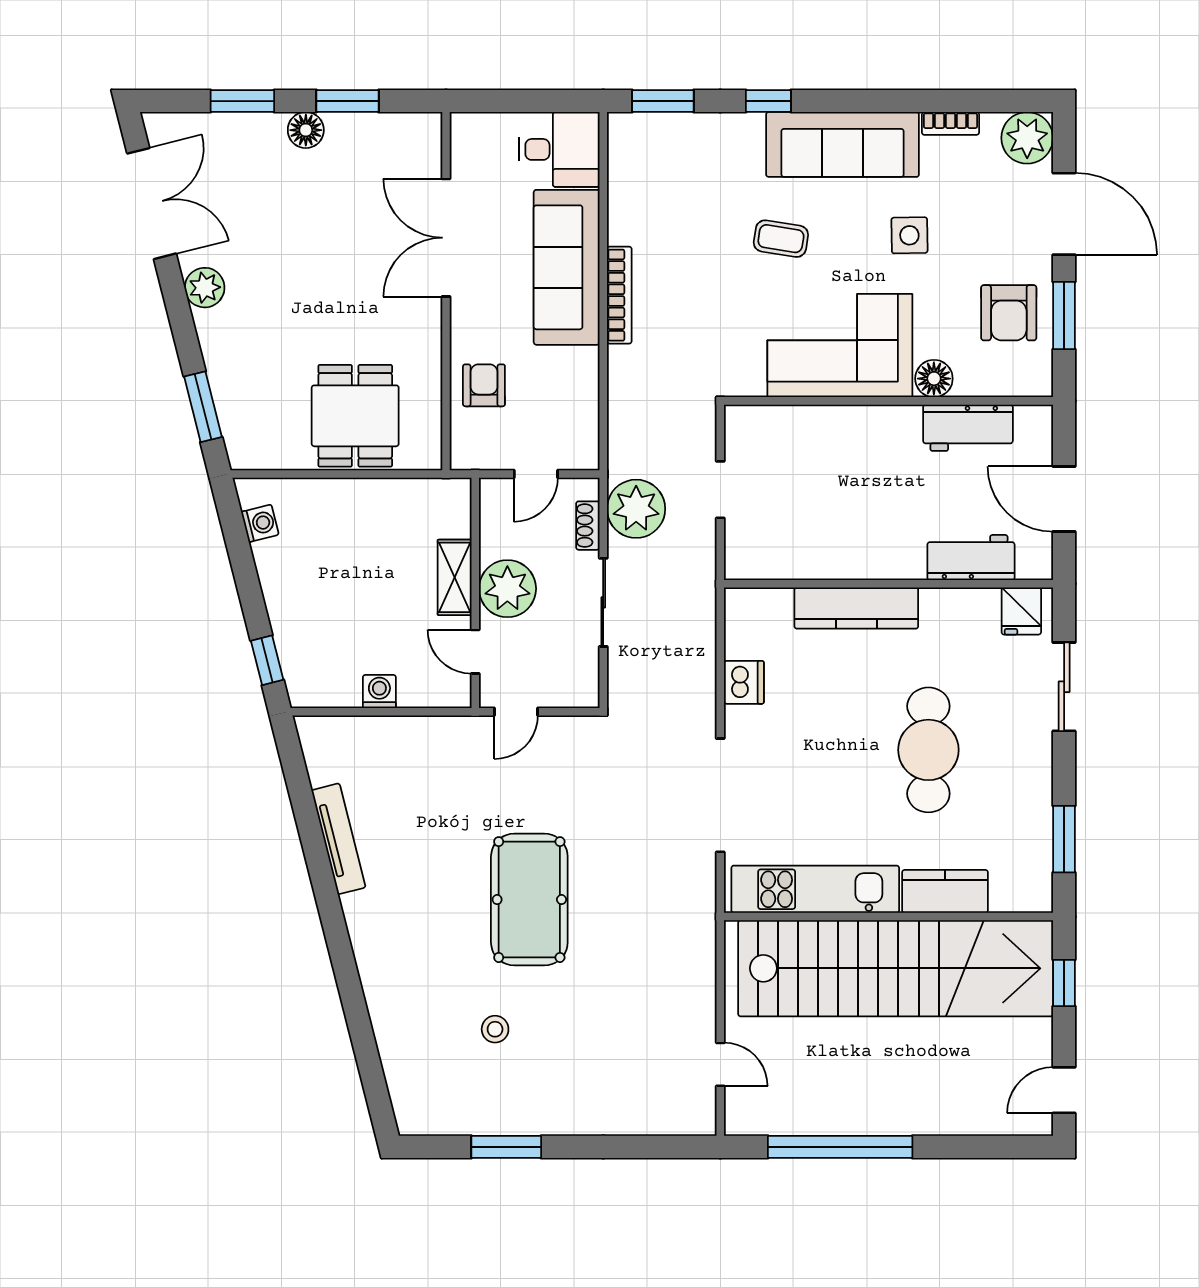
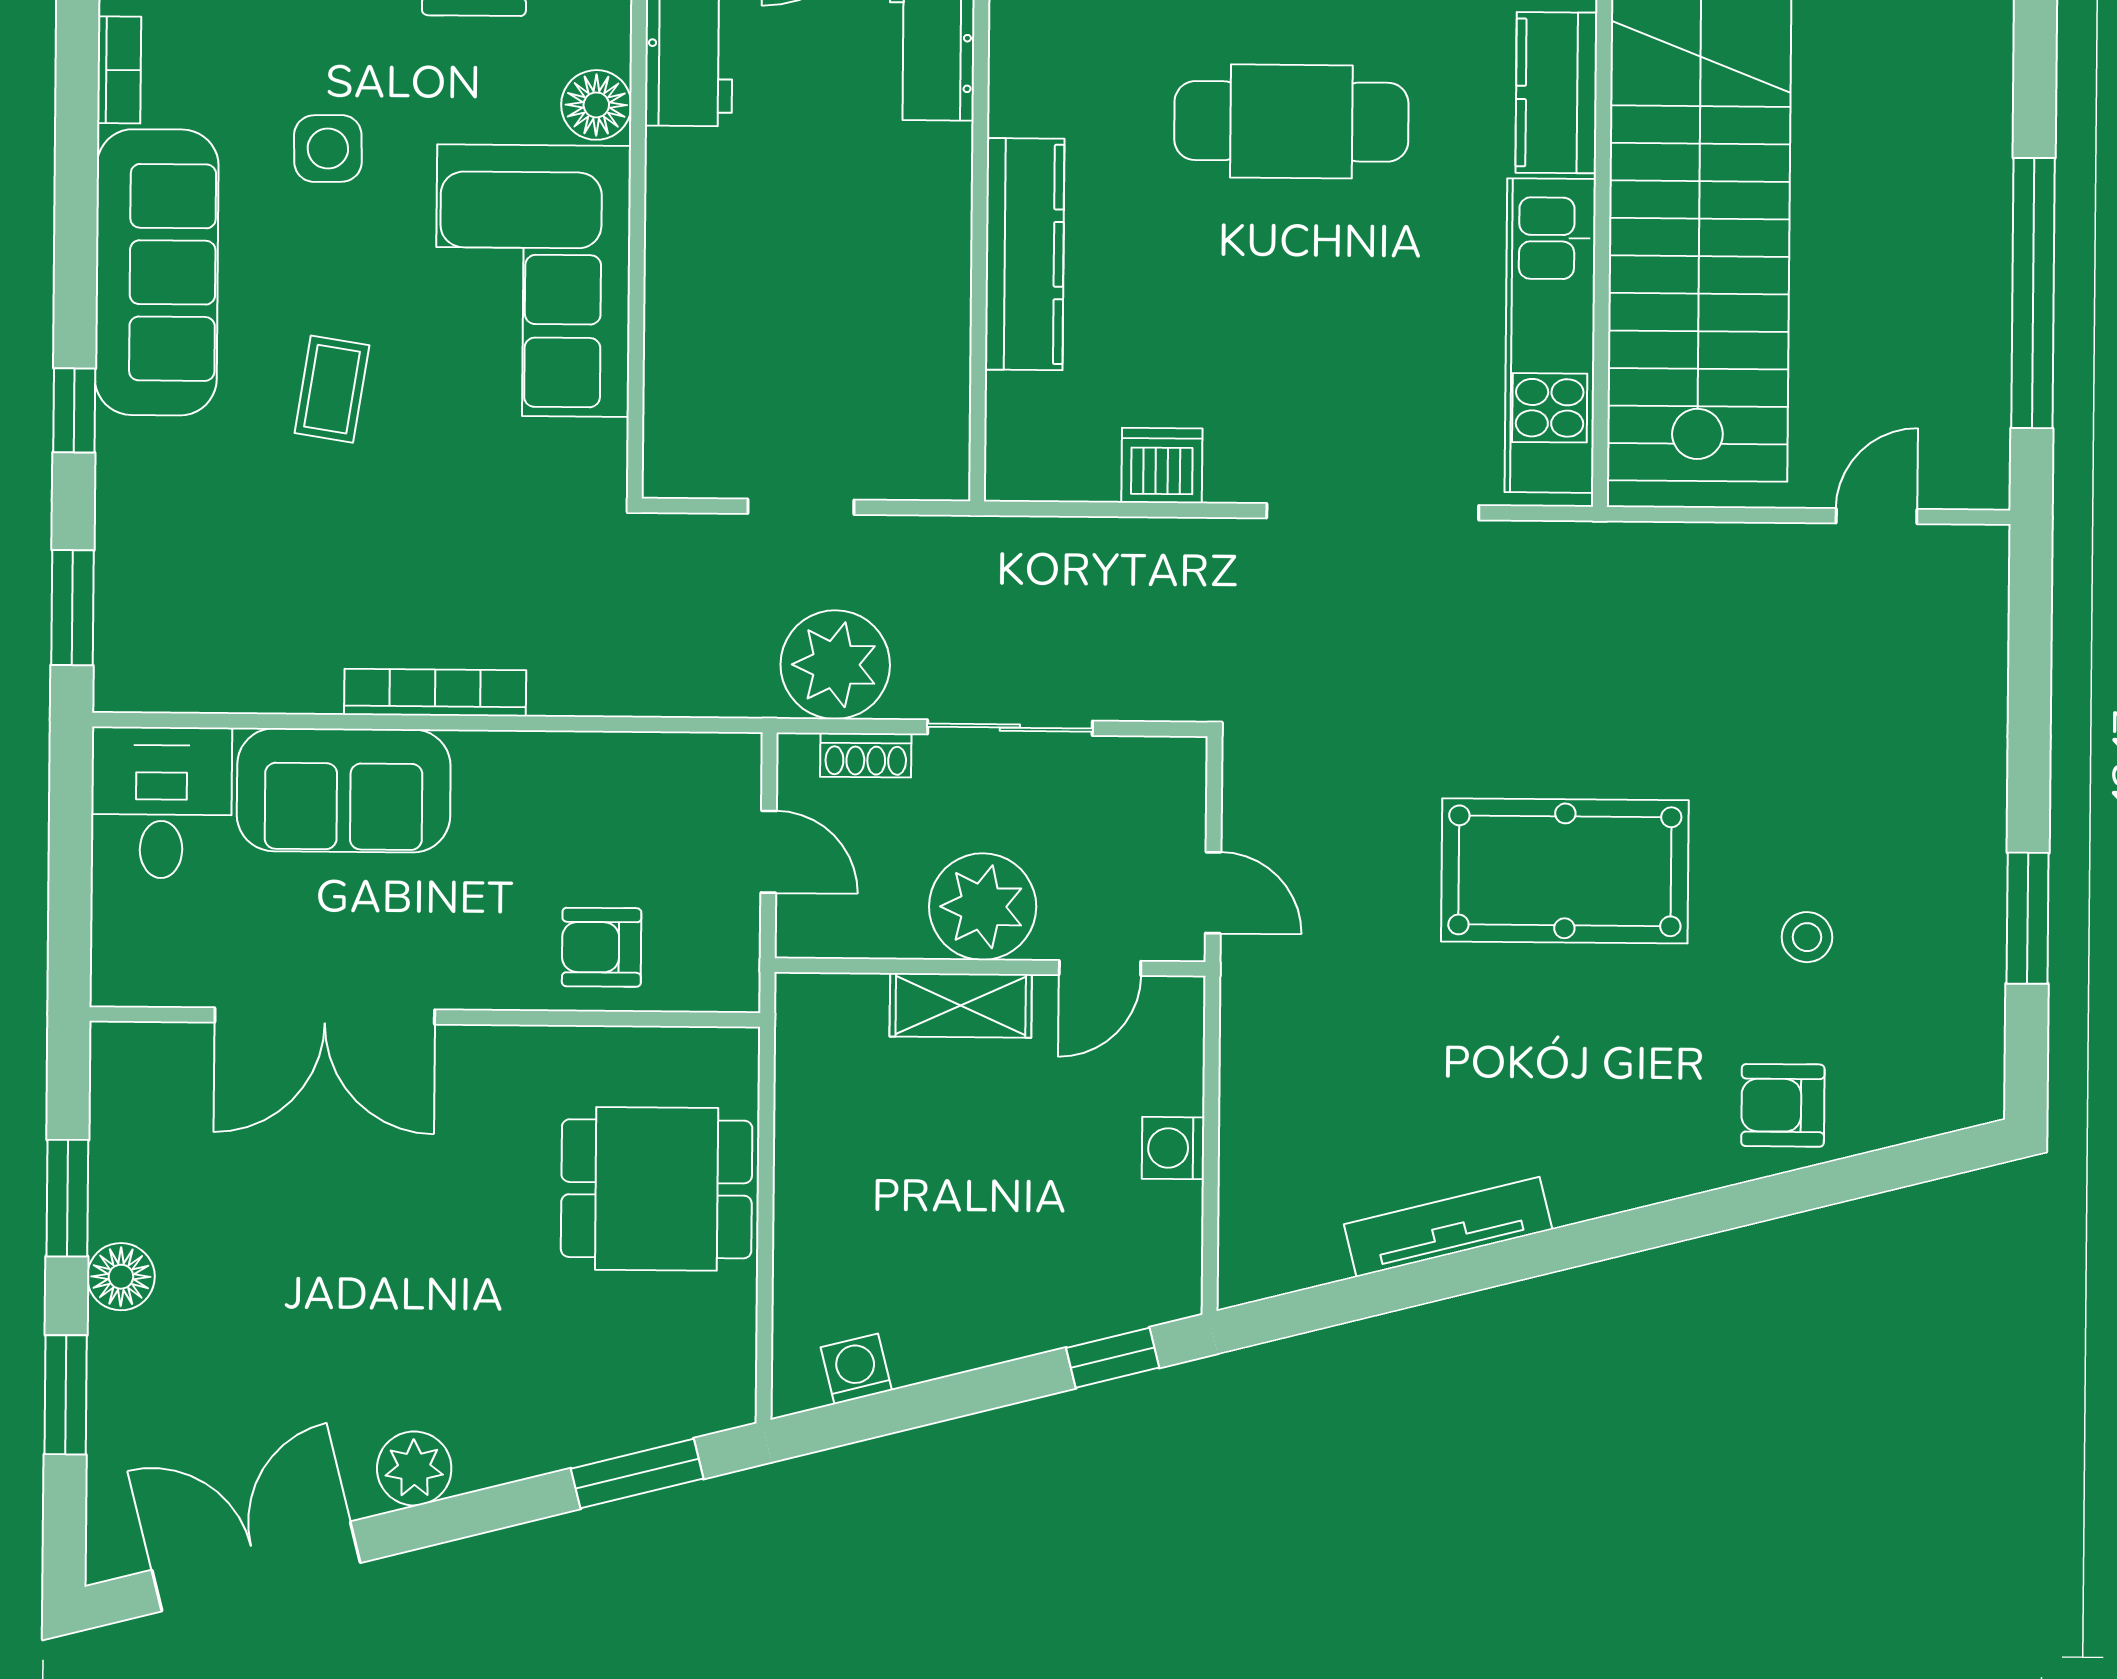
sofa: (567, 267) -> (344, 790), width x0.73
armchair: (405, 1017) -> (1783, 1105), added

